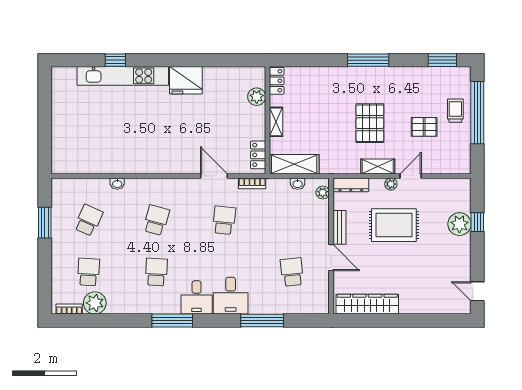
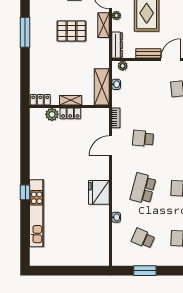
window: (115, 60) -> (25, 192), moved
fridge: (186, 80) -> (99, 192), moved, turned 180
locker: (258, 155) -> (70, 113), moved
school desk: (156, 220) -> (143, 188), width x1.85

